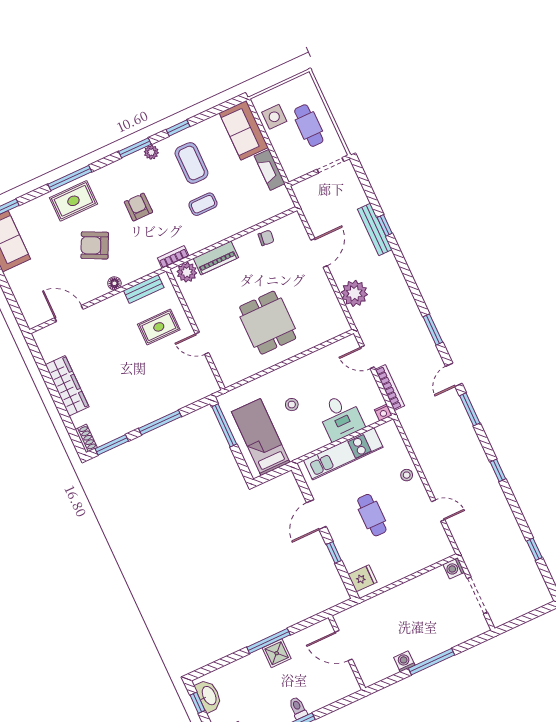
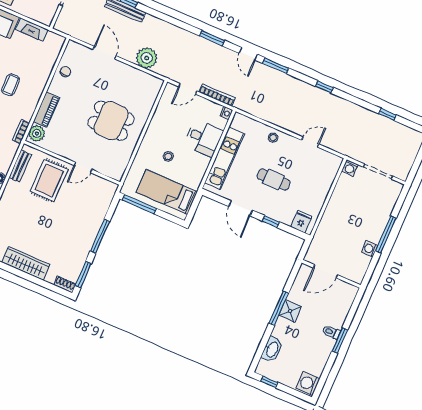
rug: (159, 327) -> (49, 180), width x1.36, depth x1.43
washbasin: (209, 696) -> (272, 349), moved, turned 90

